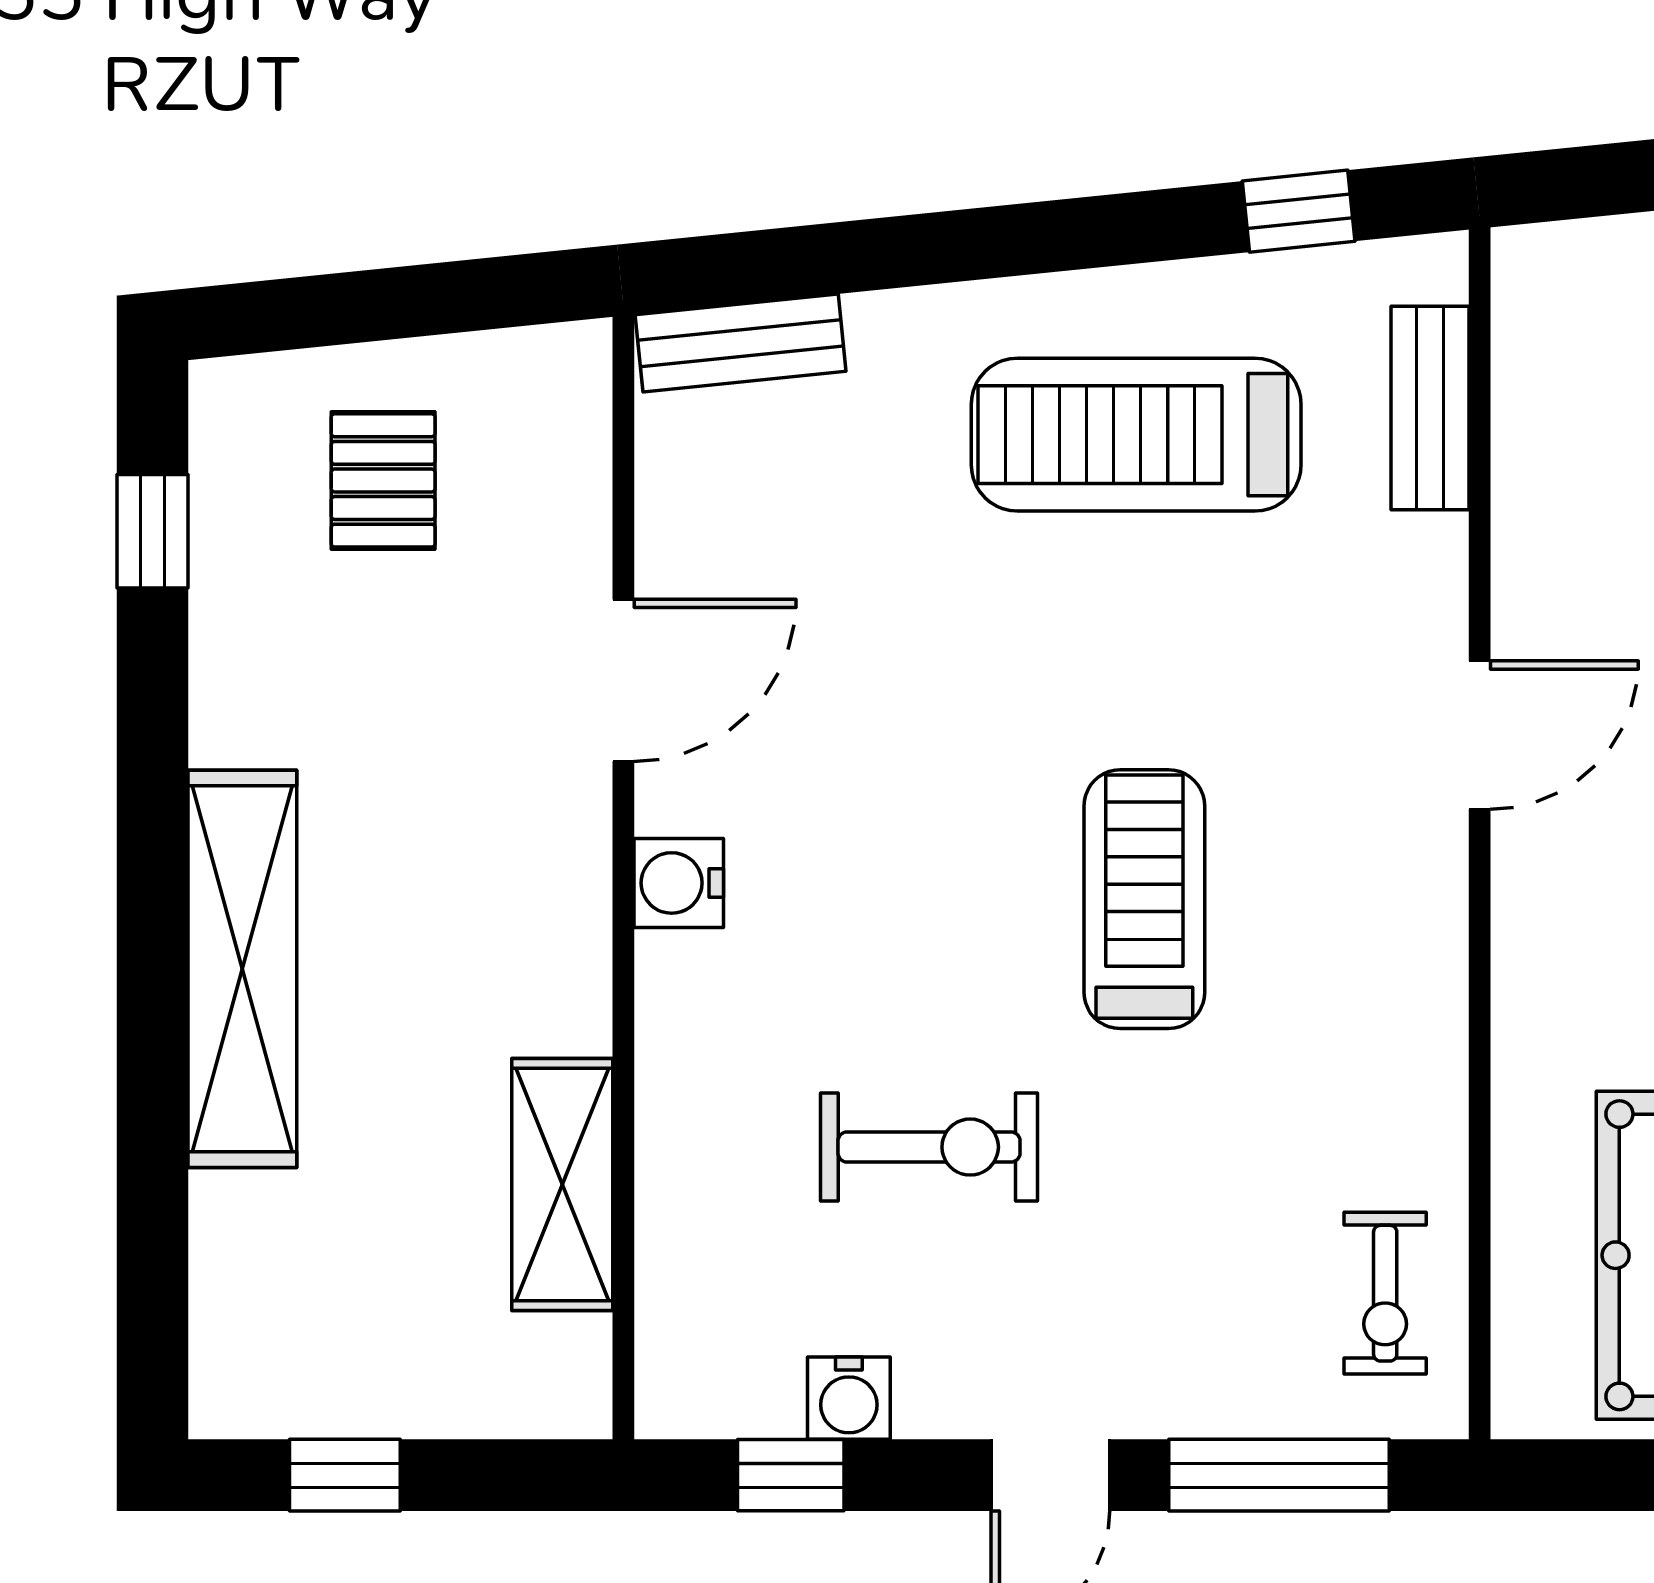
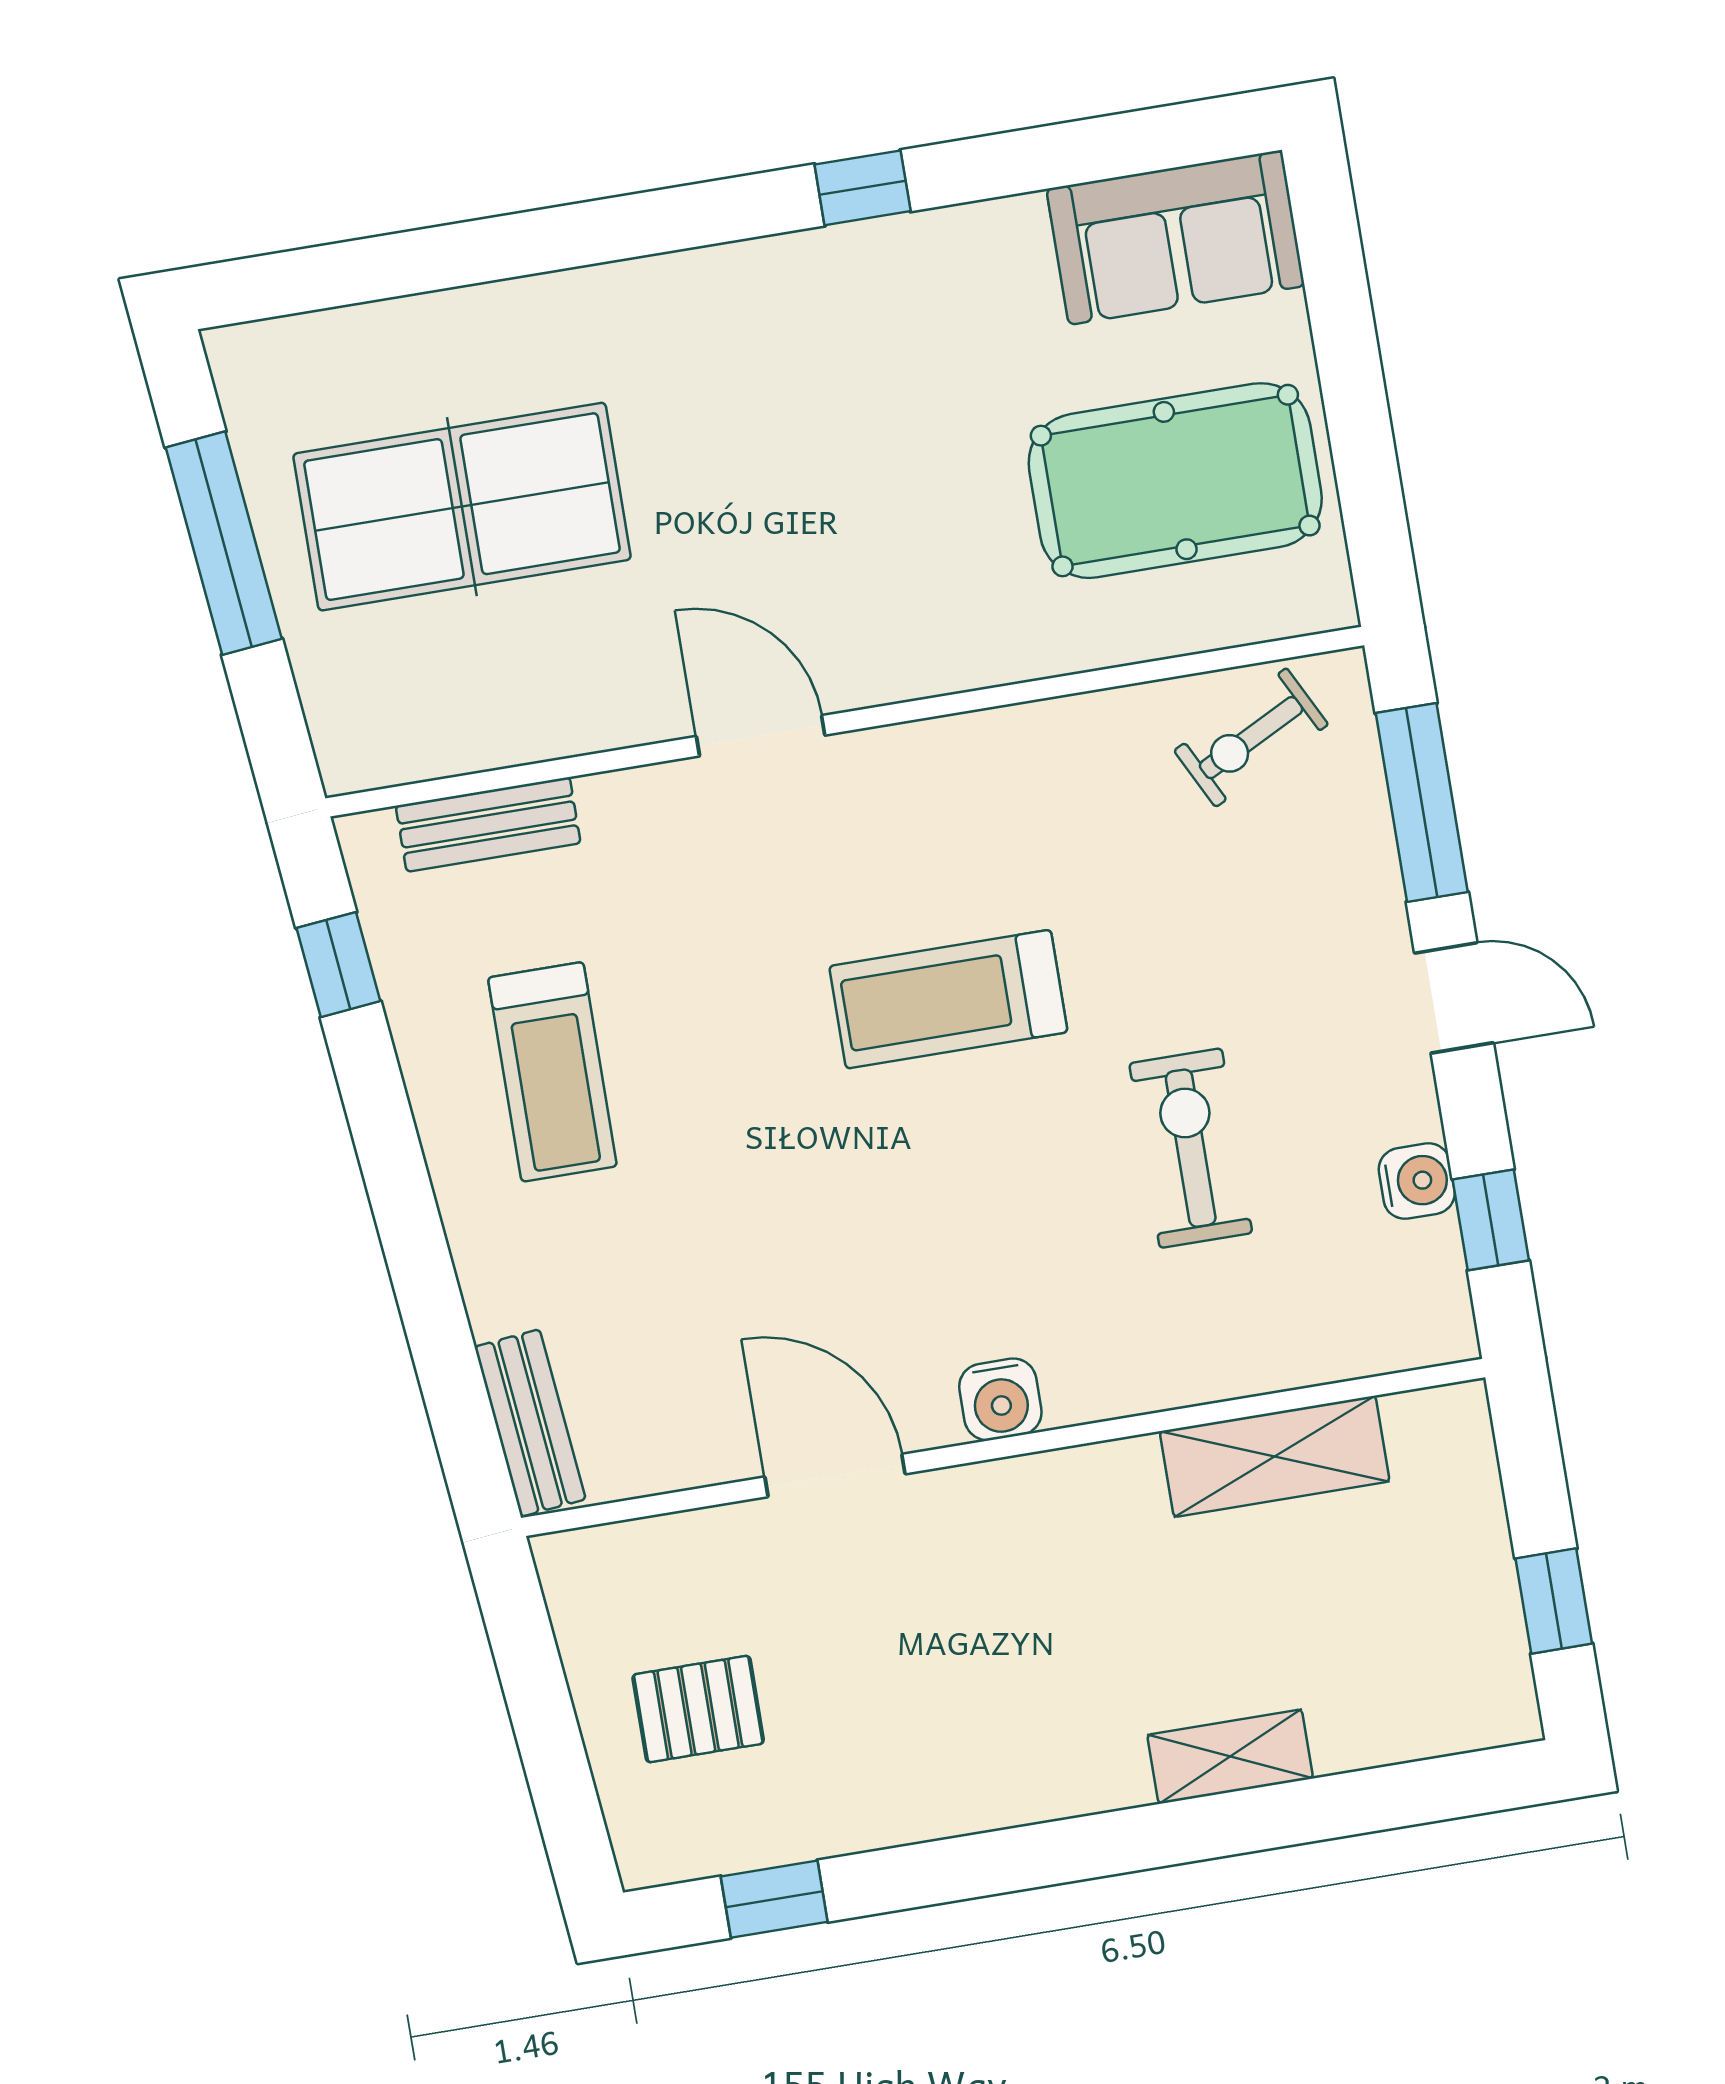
treadmill: (1136, 435) -> (552, 1072), width x0.73, depth x0.73
shelving: (242, 969) -> (1230, 1757), width x0.45, depth x0.75
exercise bike: (1385, 1293) -> (1251, 738), turned 153

